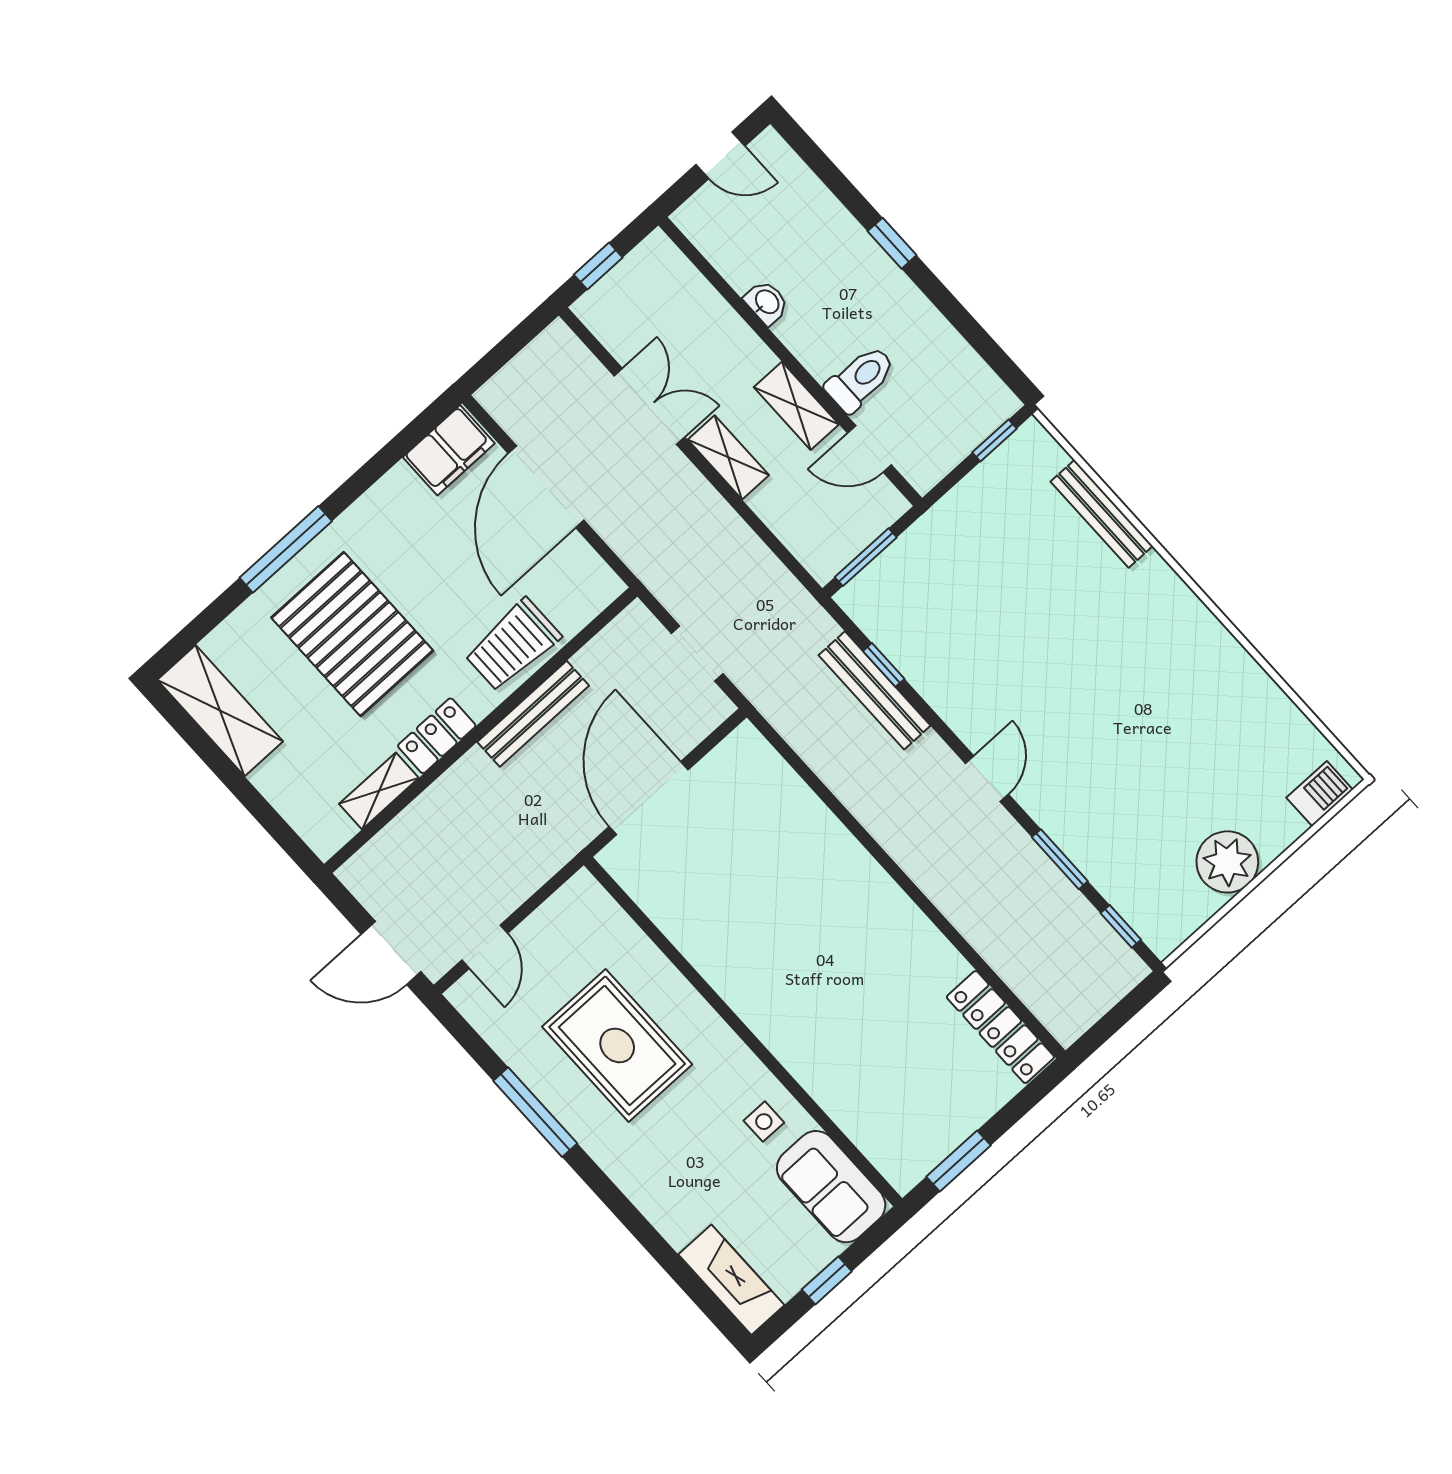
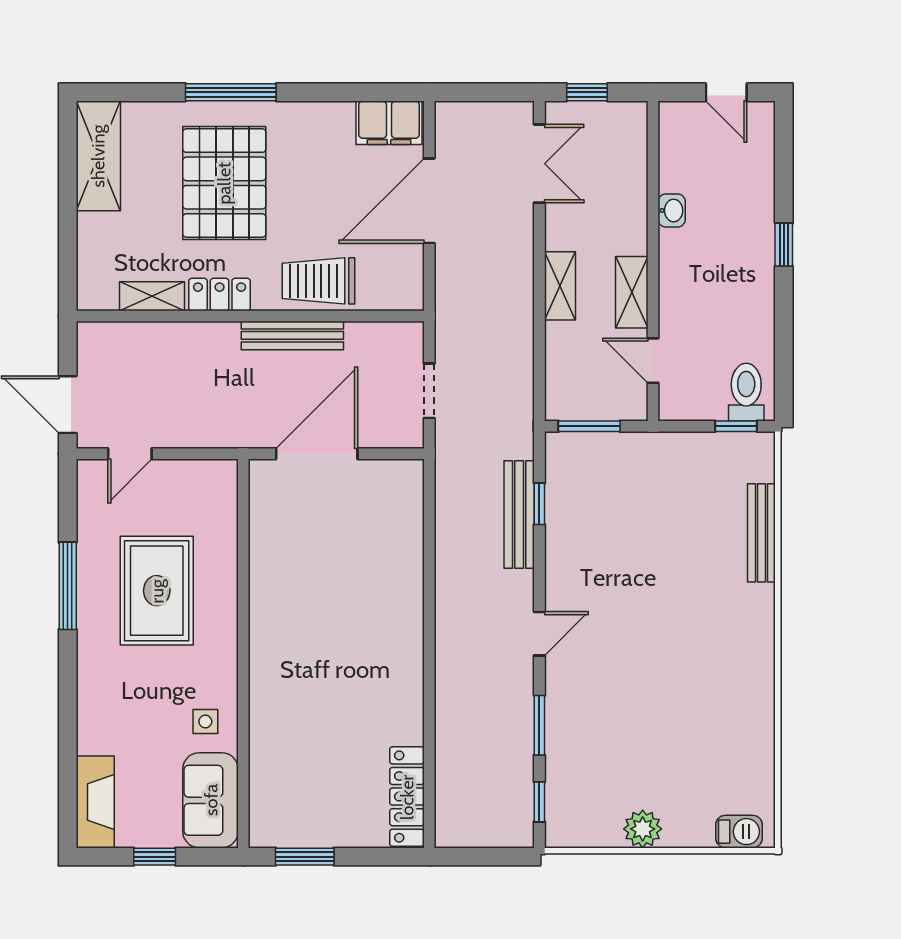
toilet: (860, 379) -> (746, 392), moved, turned -90
double door: (649, 406) -> (539, 164), moved
plant: (1227, 862) -> (643, 829), width x0.73, depth x0.73

